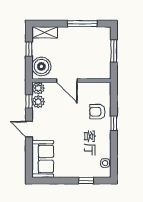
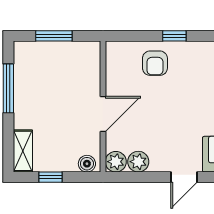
boiler: (41, 66) -> (87, 164), width x0.54, depth x0.54
window: (29, 101) -> (138, 177), removed

